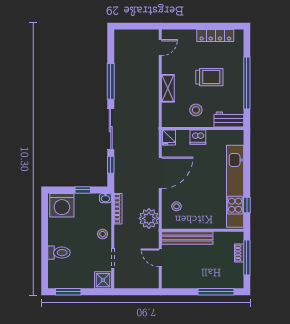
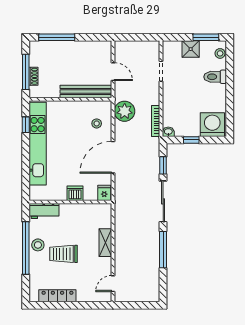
stool: (196, 110) -> (38, 245), moved
stool: (103, 234) -> (220, 53), moved
shower: (103, 280) -> (191, 49), moved

